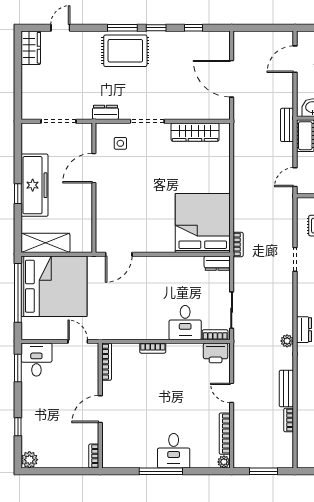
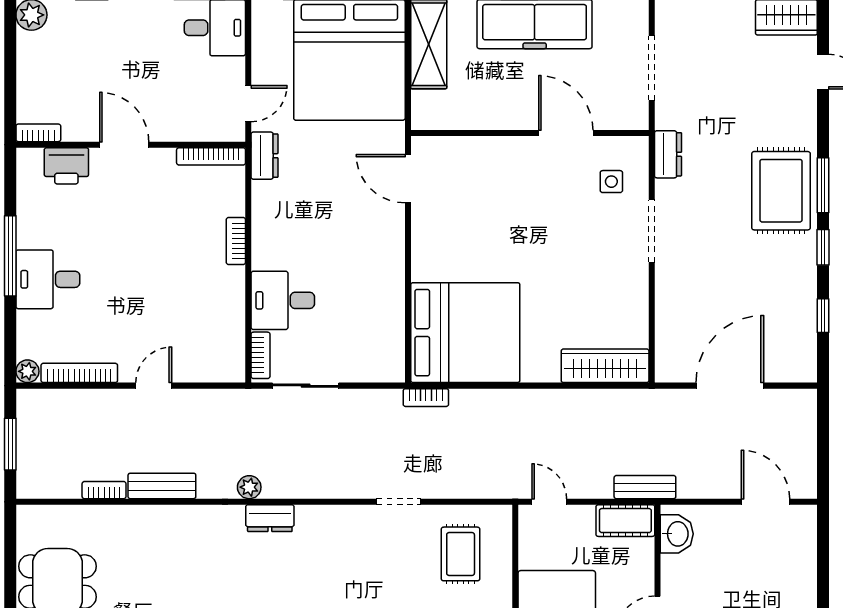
wardrobe: (195, 132) -> (605, 366), moved, turned 90
dresser: (217, 263) -> (264, 156), moved, turned 180
printer: (216, 353) -> (66, 166), moved, turned -90

